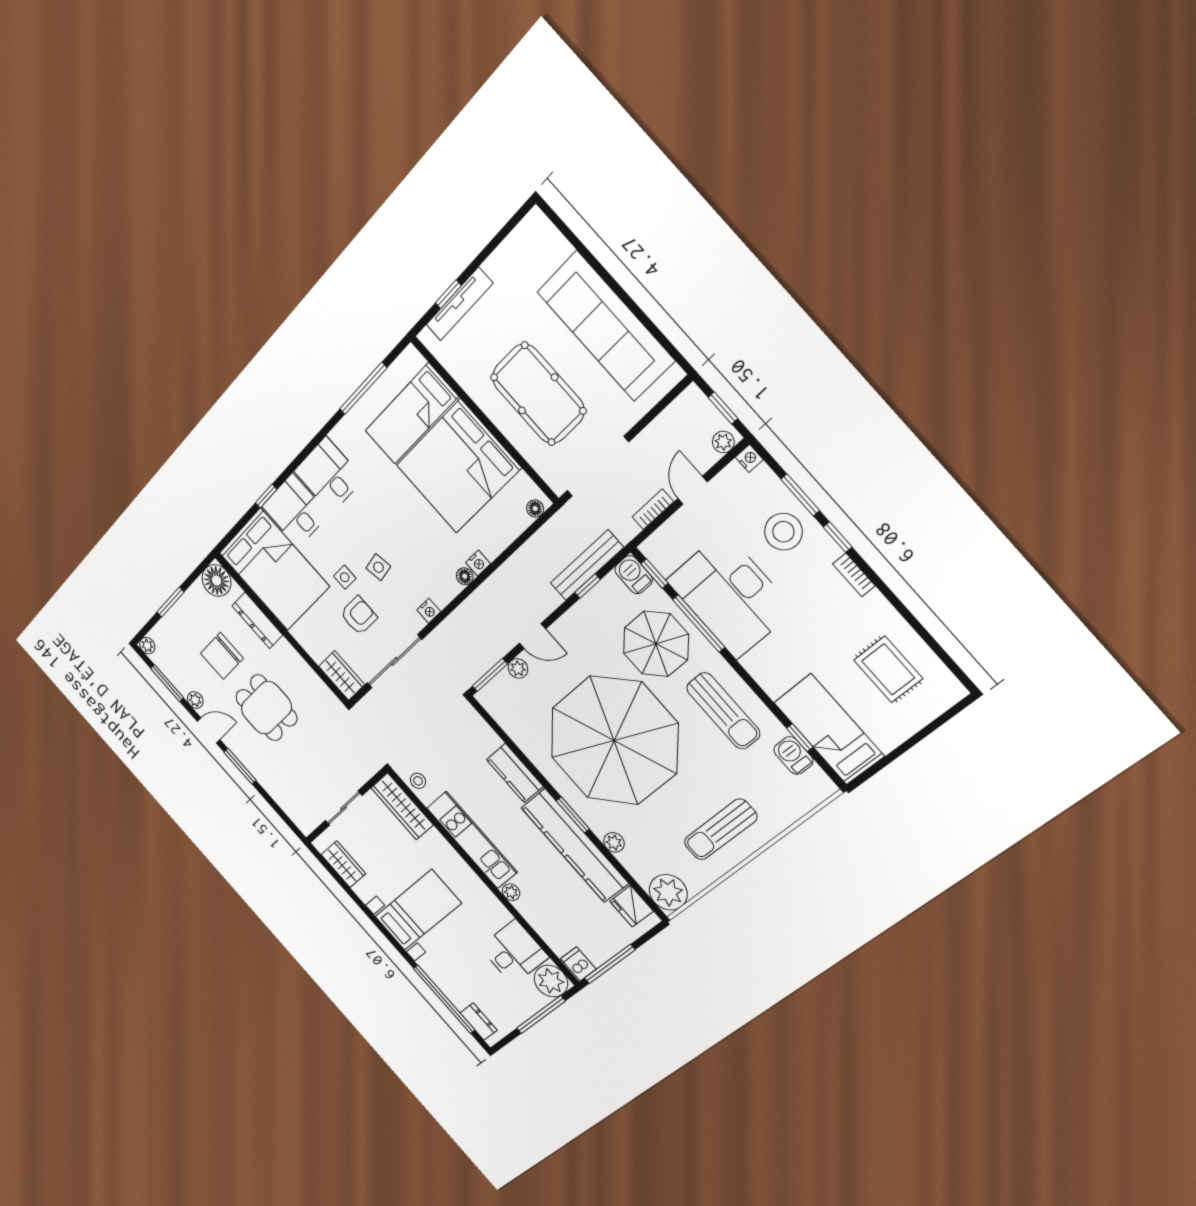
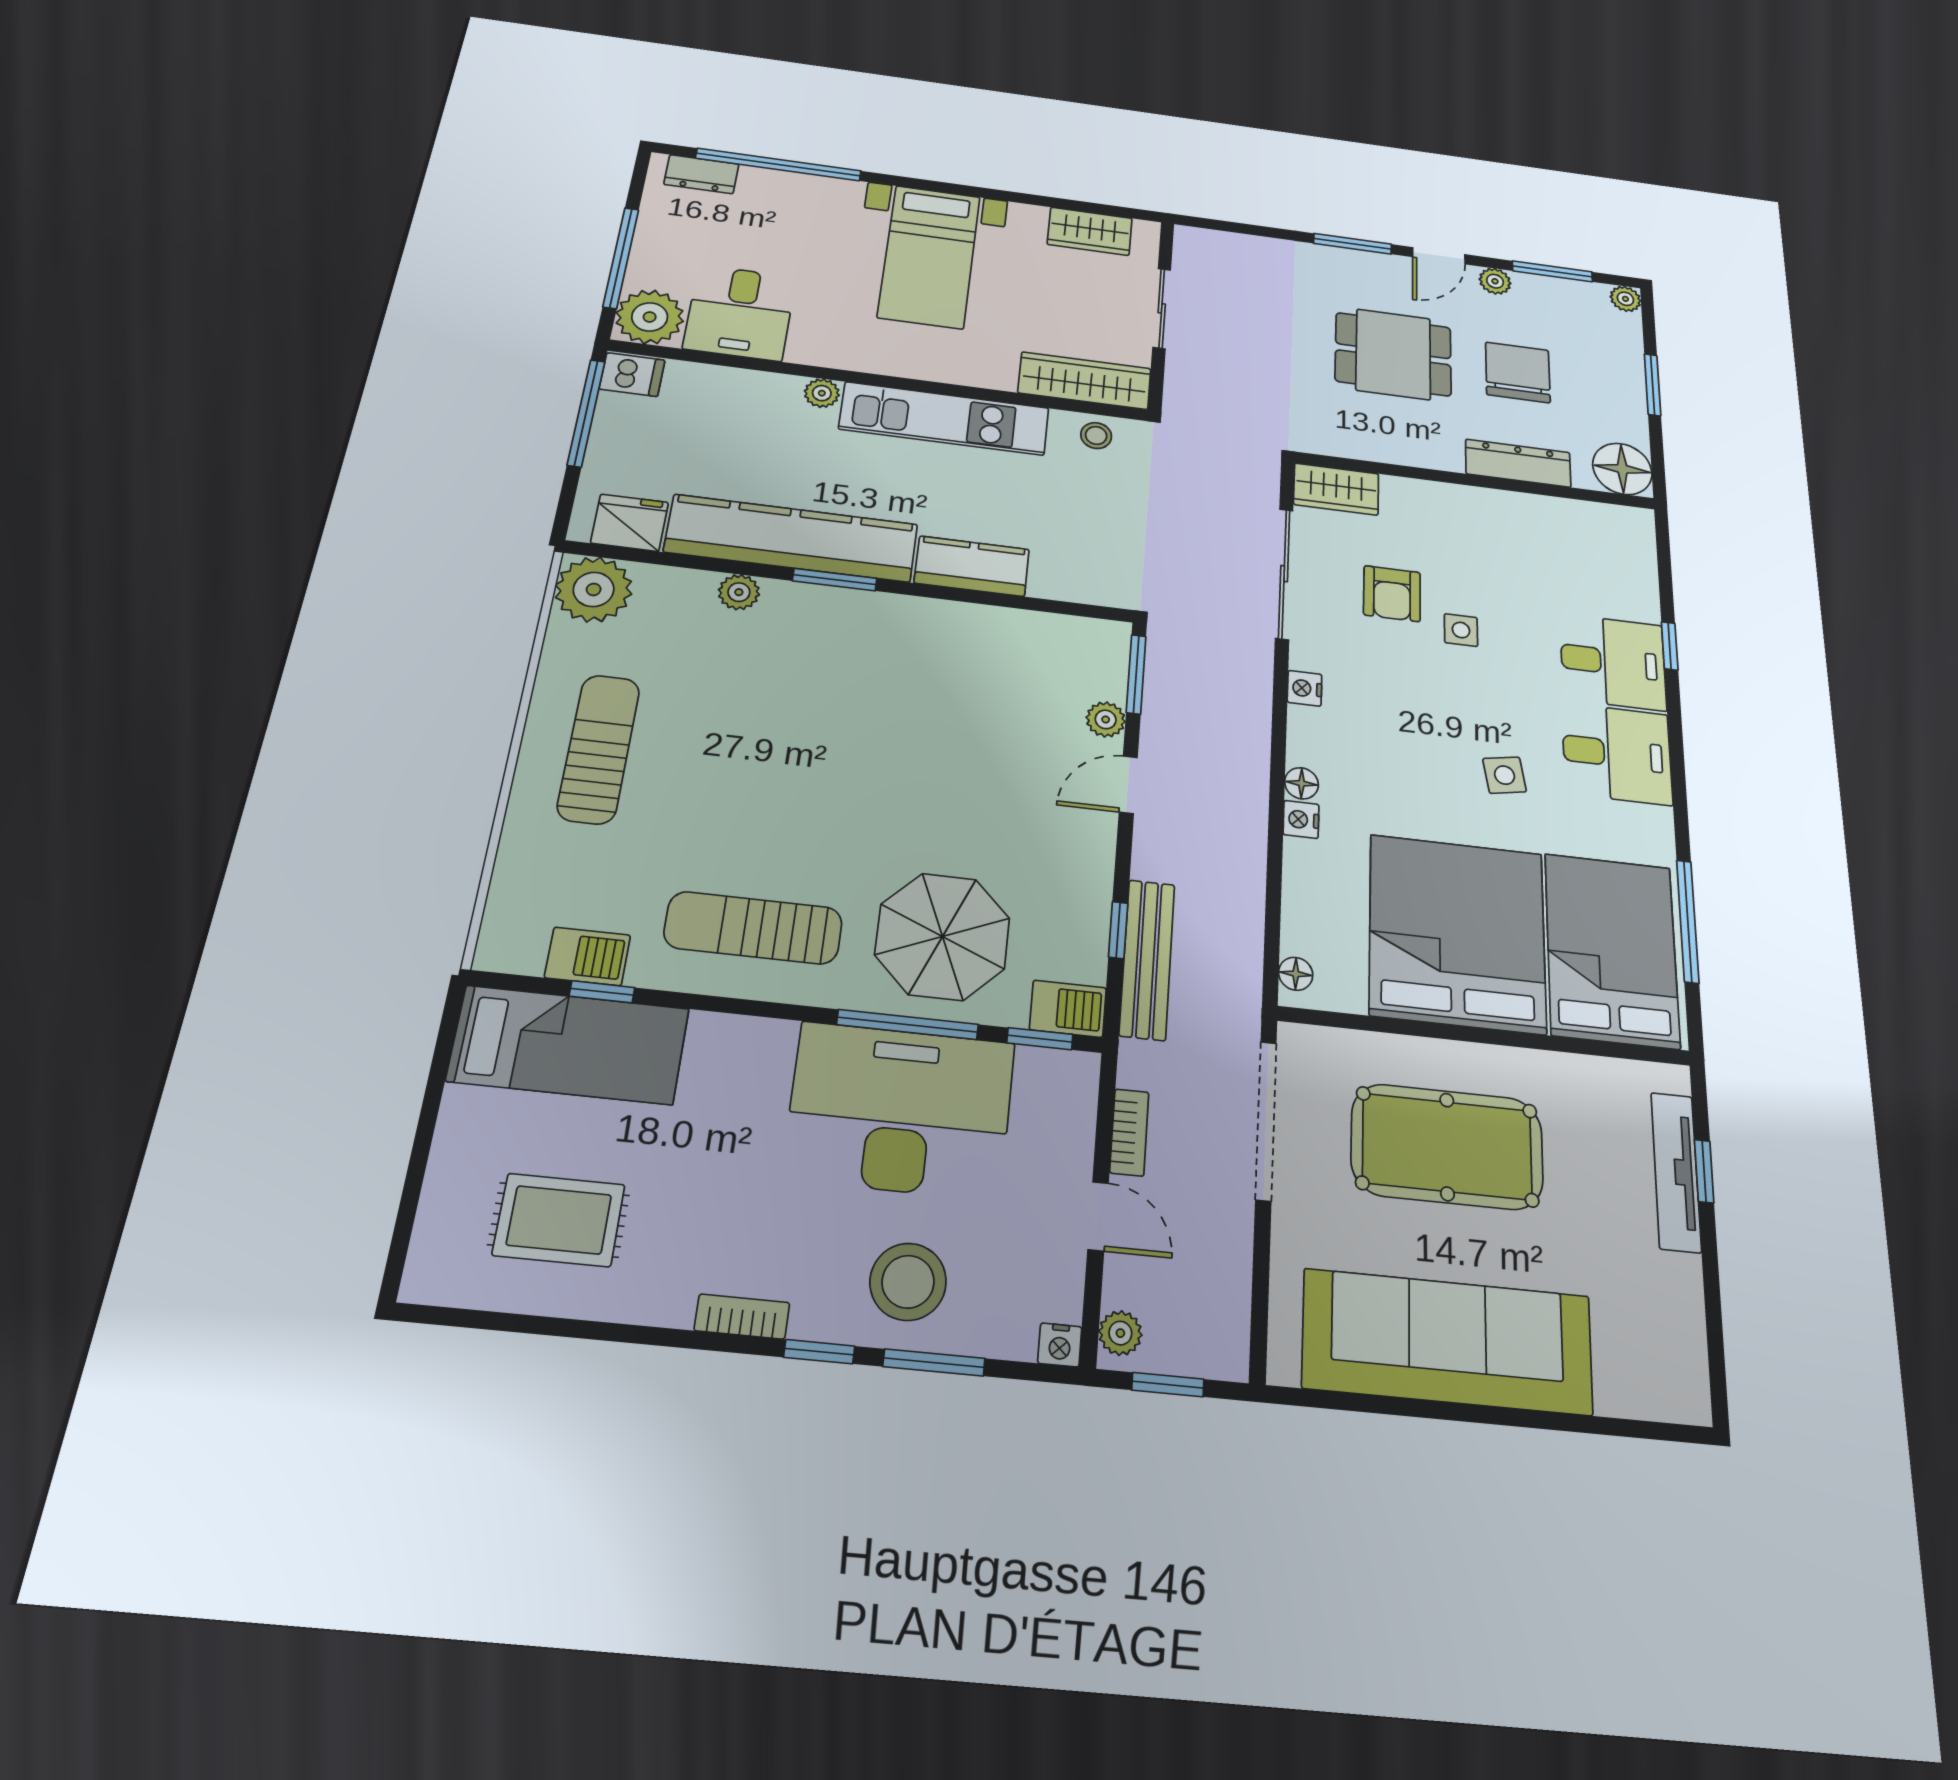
bed: (411, 414) -> (1612, 950), width x1.50
side table: (378, 567) -> (1505, 775), moved
bed: (274, 570) -> (1563, 554), removed
parasol: (614, 741) -> (873, 739), removed

